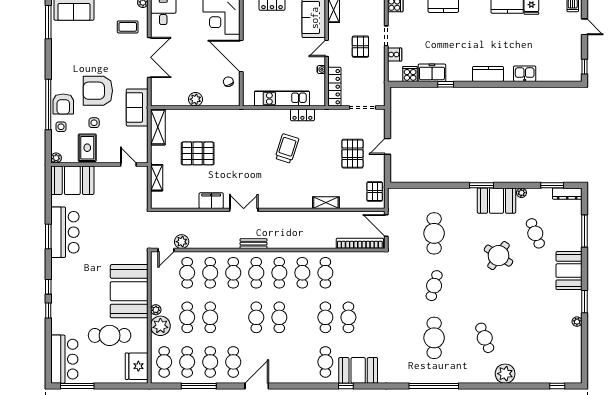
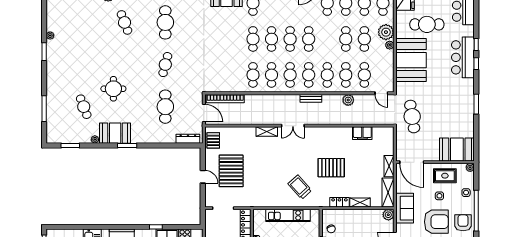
plant: (195, 99) -> (388, 215), moved
armchair: (63, 104) -> (463, 223), moved
shelving: (193, 114) -> (360, 202), added
locker: (302, 115) -> (339, 202), moved
door: (388, 146) -> (203, 177), hinge flipped
rug: (87, 148) -> (445, 176), turned 90
trolley: (287, 149) -> (300, 187), moved, turned 120
pallet: (198, 153) -> (331, 168), moved
pallet: (352, 154) -> (231, 171), width x1.37, depth x1.41
door: (128, 165) -> (412, 162), width x1.87
shelving: (157, 178) -> (389, 166), moved
dresser: (567, 194) -> (188, 139), moved
filing cabinet: (211, 201) -> (362, 133), moved
shelving: (326, 203) -> (267, 131), moved
double door: (244, 210) -> (293, 126), moved
cafe table: (128, 221) -> (412, 117), added
bar counter: (65, 232) -> (463, 57), moved
plant: (182, 242) -> (348, 100), moved
door: (166, 250) -> (381, 93), swing flipped
round table: (498, 256) -> (113, 89), turned -33
booth: (569, 271) -> (57, 77), removed
cafe table: (348, 317) -> (272, 39), moved

